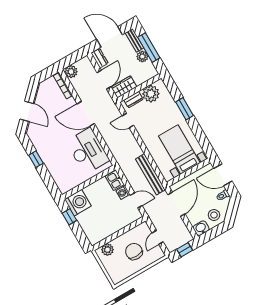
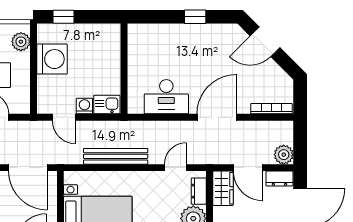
plant: (71, 72) -> (284, 155), moved
desk: (88, 151) -> (166, 97), width x0.73, depth x0.77
bench: (150, 174) -> (116, 156), moved
door: (136, 200) -> (64, 117), hinge flipped
washing machine: (78, 203) -> (52, 59), moved, turned -90
window: (69, 217) -> (64, 17), moved

